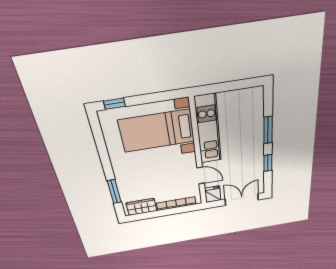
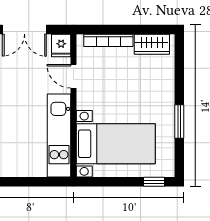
window: (114, 192) -> (179, 122), moved

